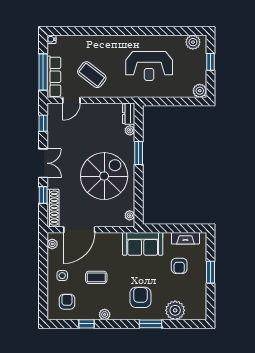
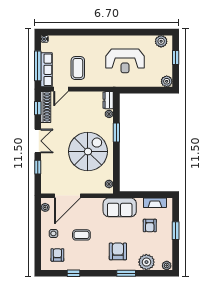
coffee table: (92, 75) -> (78, 68), turned 52
shoe rack: (53, 208) -> (46, 107), moved
plant: (105, 314) -> (167, 266), moved

